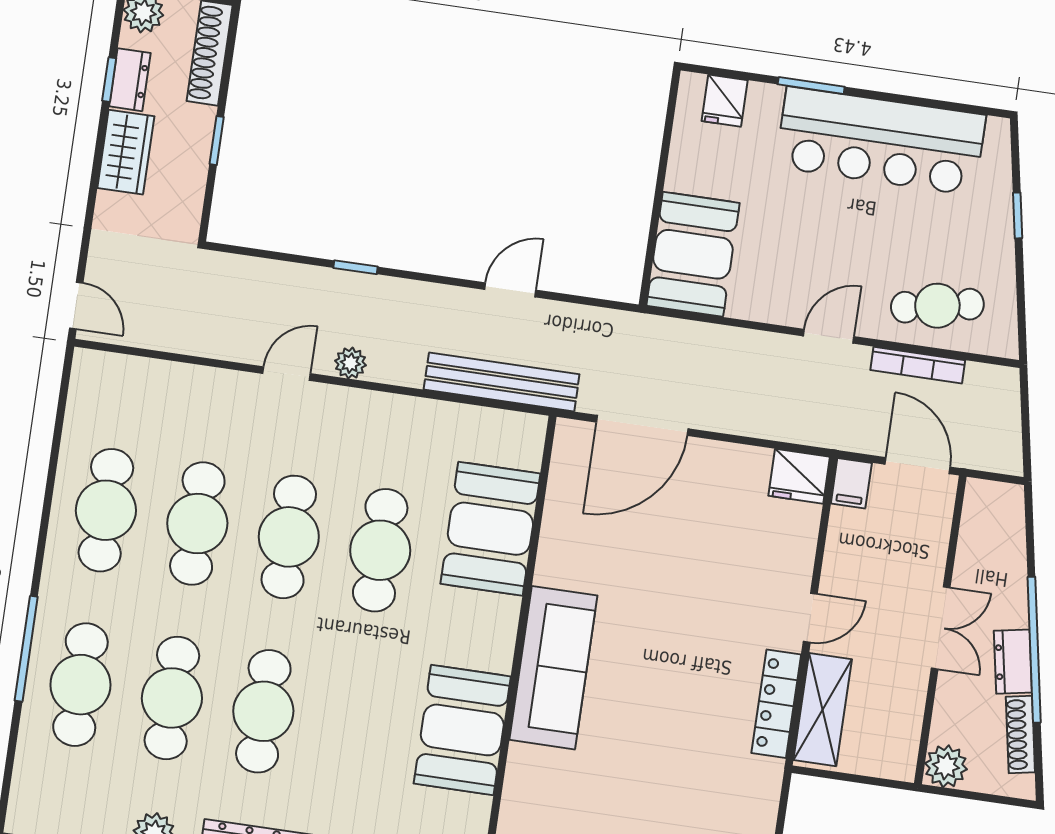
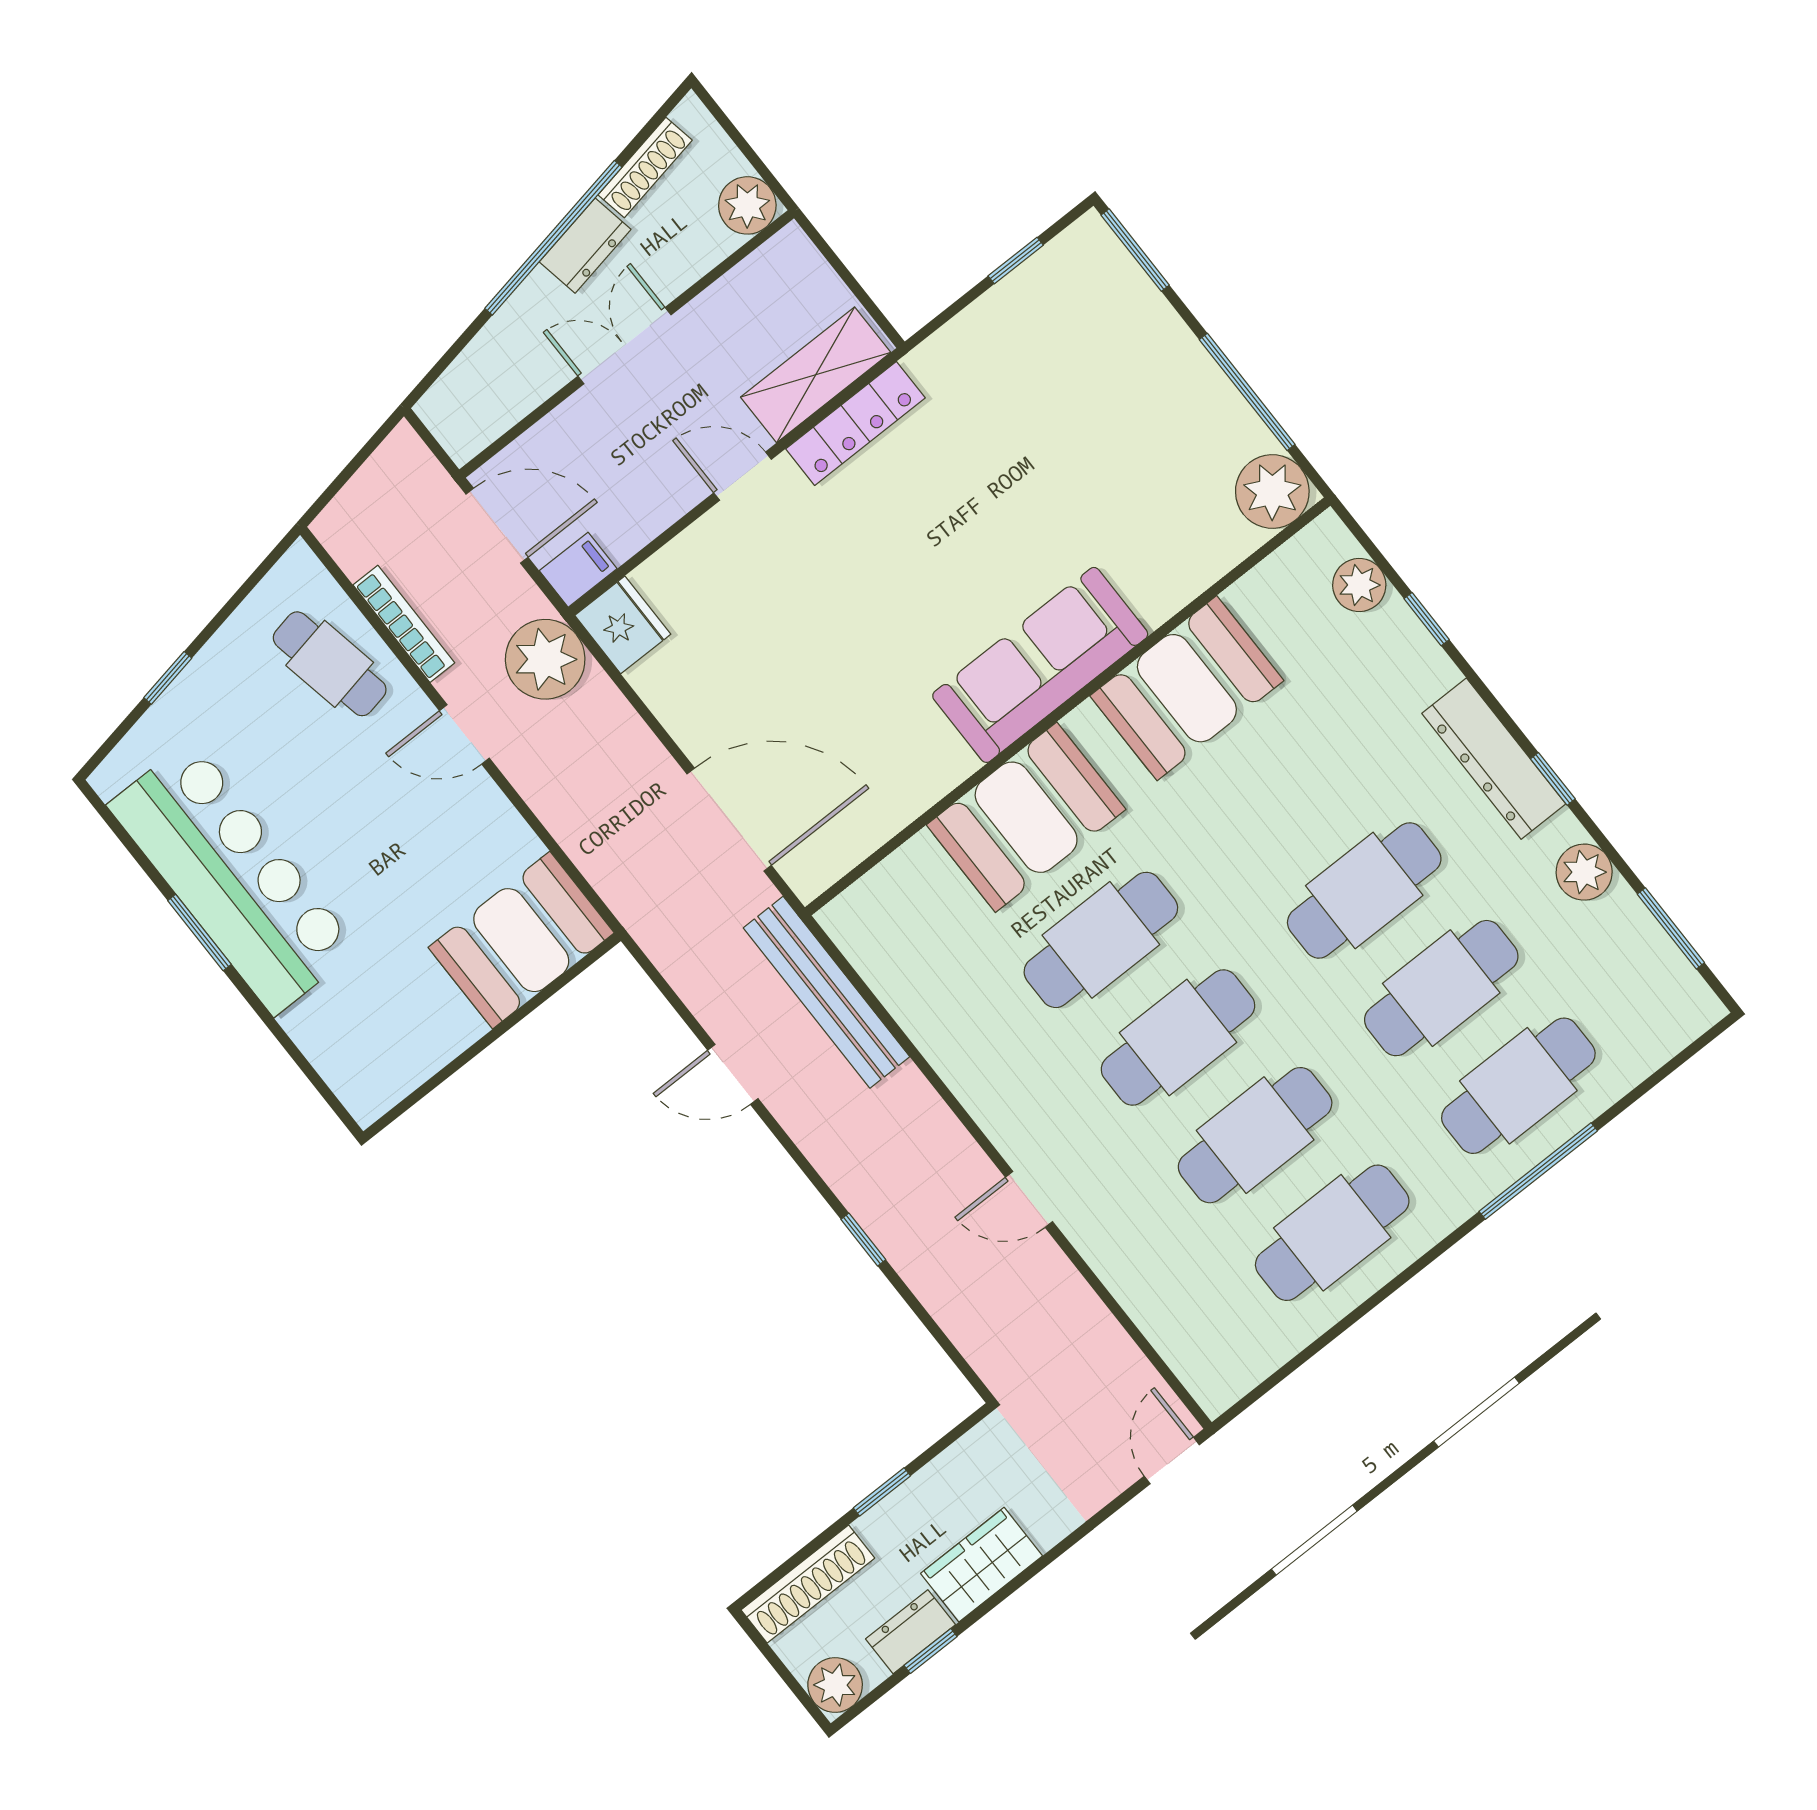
window: (811, 85) -> (199, 932), moved
fridge: (725, 101) -> (348, 1061), removed
plant: (350, 363) -> (545, 659), moved, width x1.88, depth x1.88
door: (918, 466) -> (497, 526), swing flipped
booth: (490, 529) -> (1026, 817), moved

